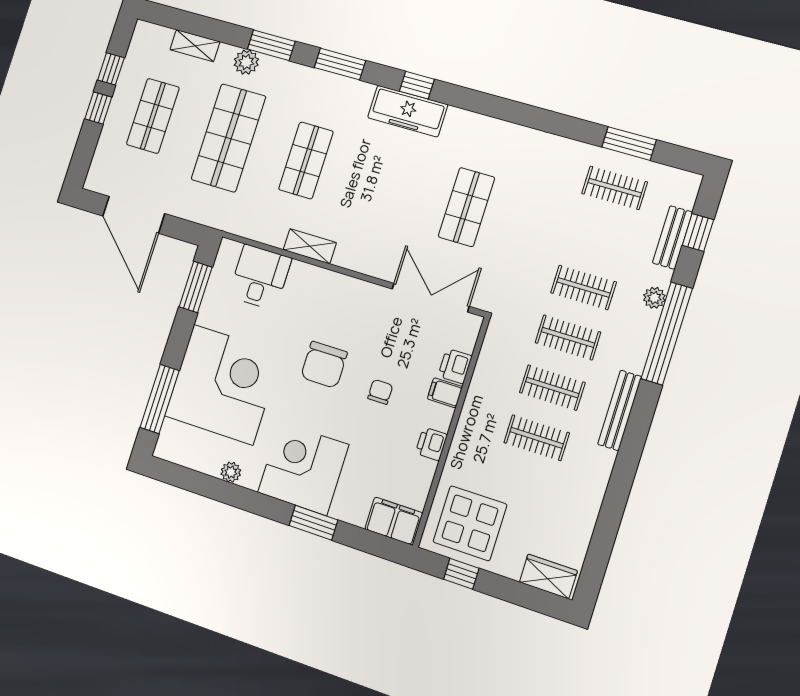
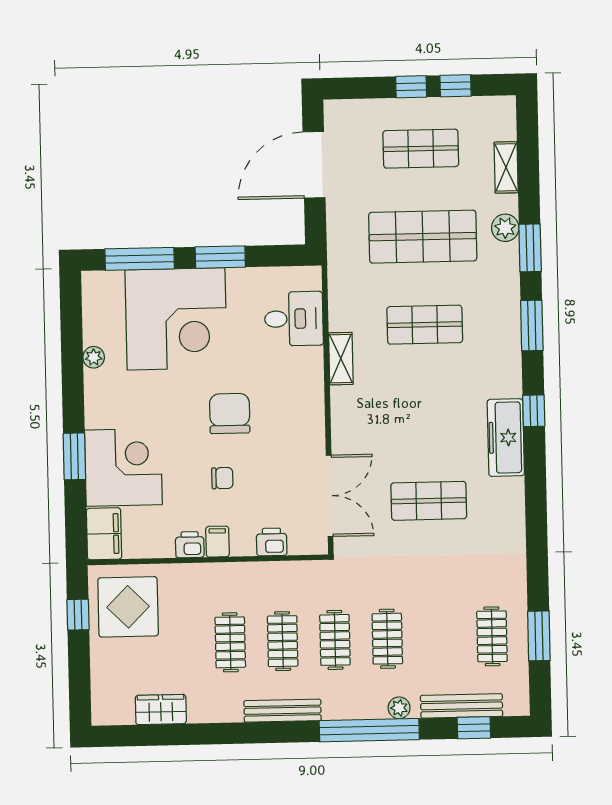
freezer: (408, 111) -> (506, 438), moved
bench: (672, 237) -> (462, 706), width x1.36
window: (196, 287) -> (220, 257), moved
chair: (324, 365) -> (230, 414), turned 90
filing cabinet: (445, 393) -> (217, 542), moved
corner desk: (303, 469) -> (123, 467), moved
wardrobe: (548, 576) -> (161, 710), moved, turned -90

